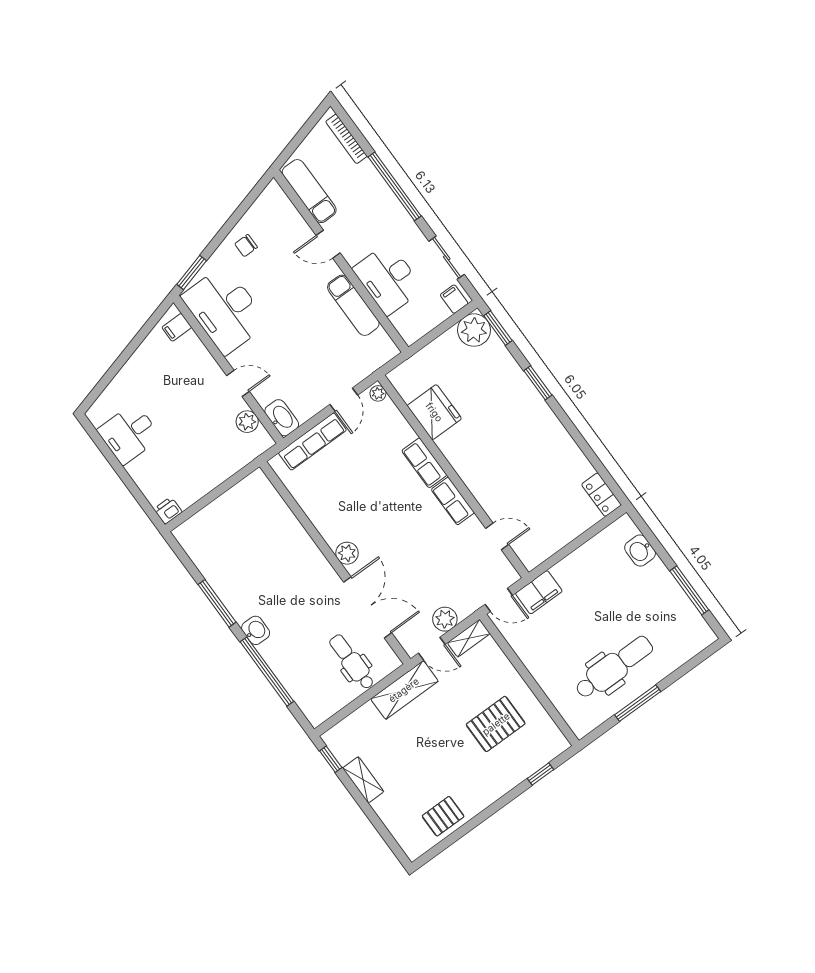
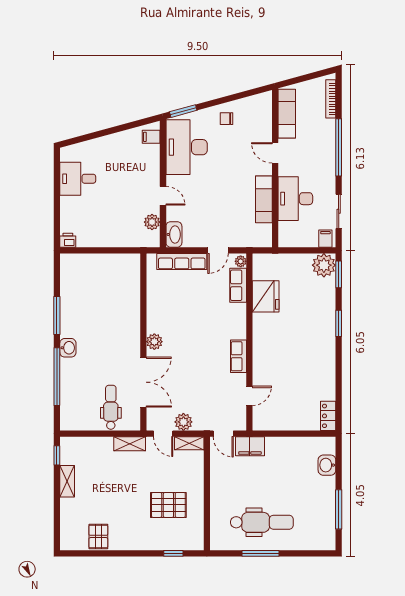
row of seats: (424, 463) -> (238, 285), moved
door: (497, 536) -> (249, 396), hinge flipped
shelving: (404, 690) -> (130, 444), width x0.67, depth x0.75
pallet: (443, 816) -> (98, 536), turned 90

